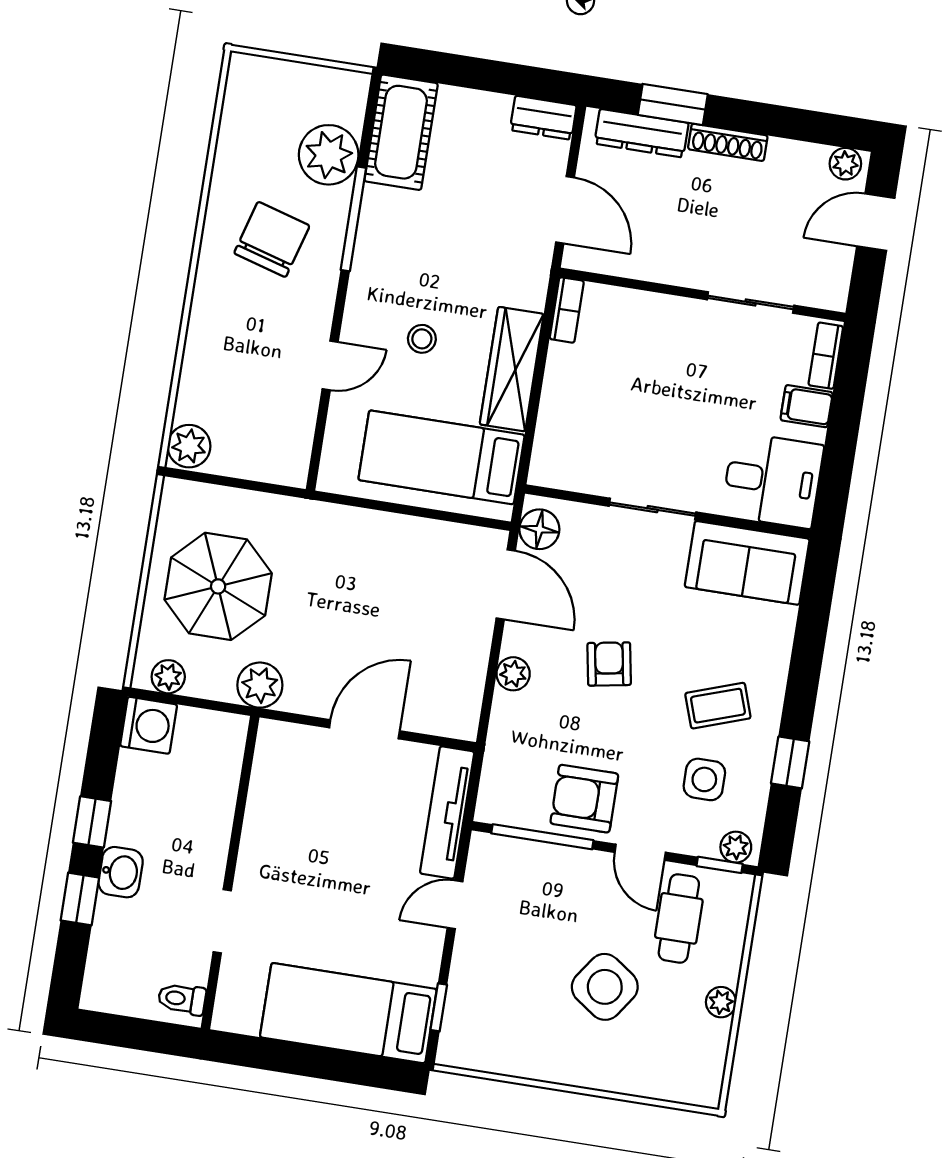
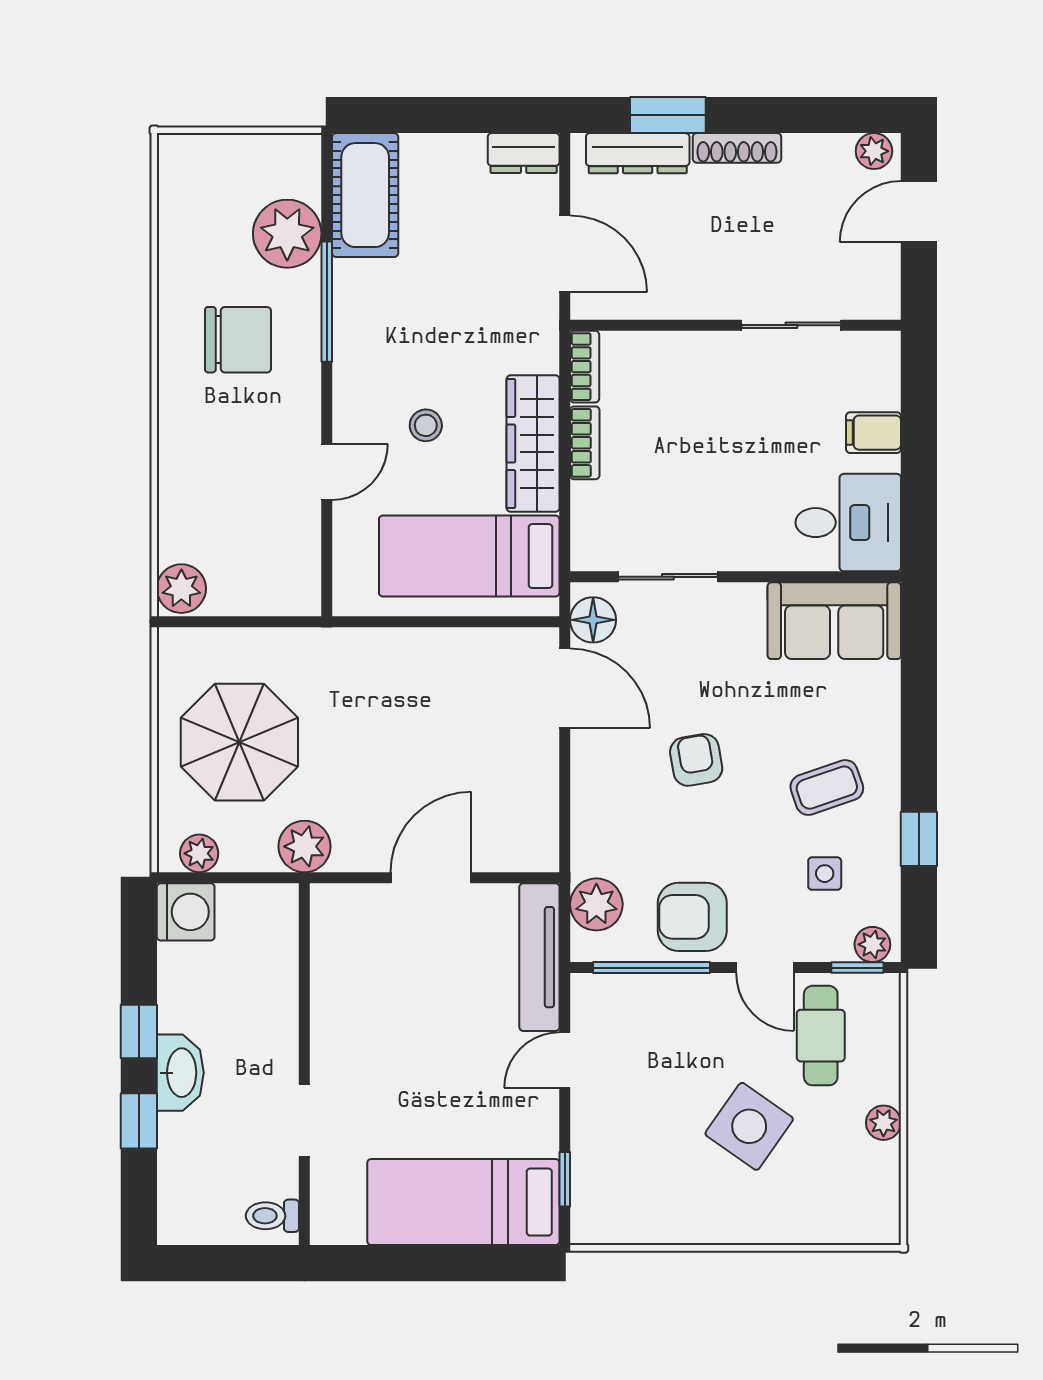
chair: (272, 239) -> (238, 340), turned 74
bookcase: (826, 356) -> (585, 443), moved, turned 180
sliding door: (652, 509) -> (668, 577), moved
plant: (513, 674) -> (596, 904), moved, width x1.38, depth x1.38
side table: (704, 779) -> (825, 874), width x0.73, depth x0.73
washbasin: (121, 872) -> (180, 1073), width x1.38

